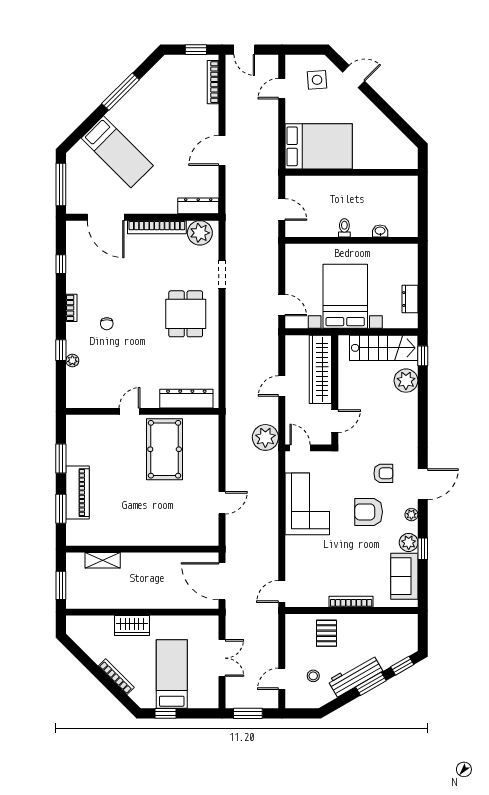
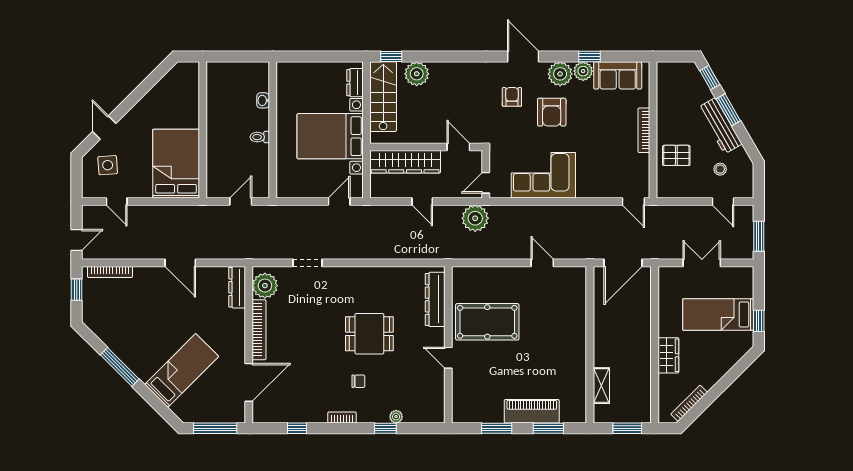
dresser: (410, 299) -> (355, 83), moved, turned 90
dining table: (186, 314) -> (369, 334), moved
plant: (411, 515) -> (560, 74), width x1.88, depth x1.88
bookcase: (116, 677) -> (689, 403), moved

